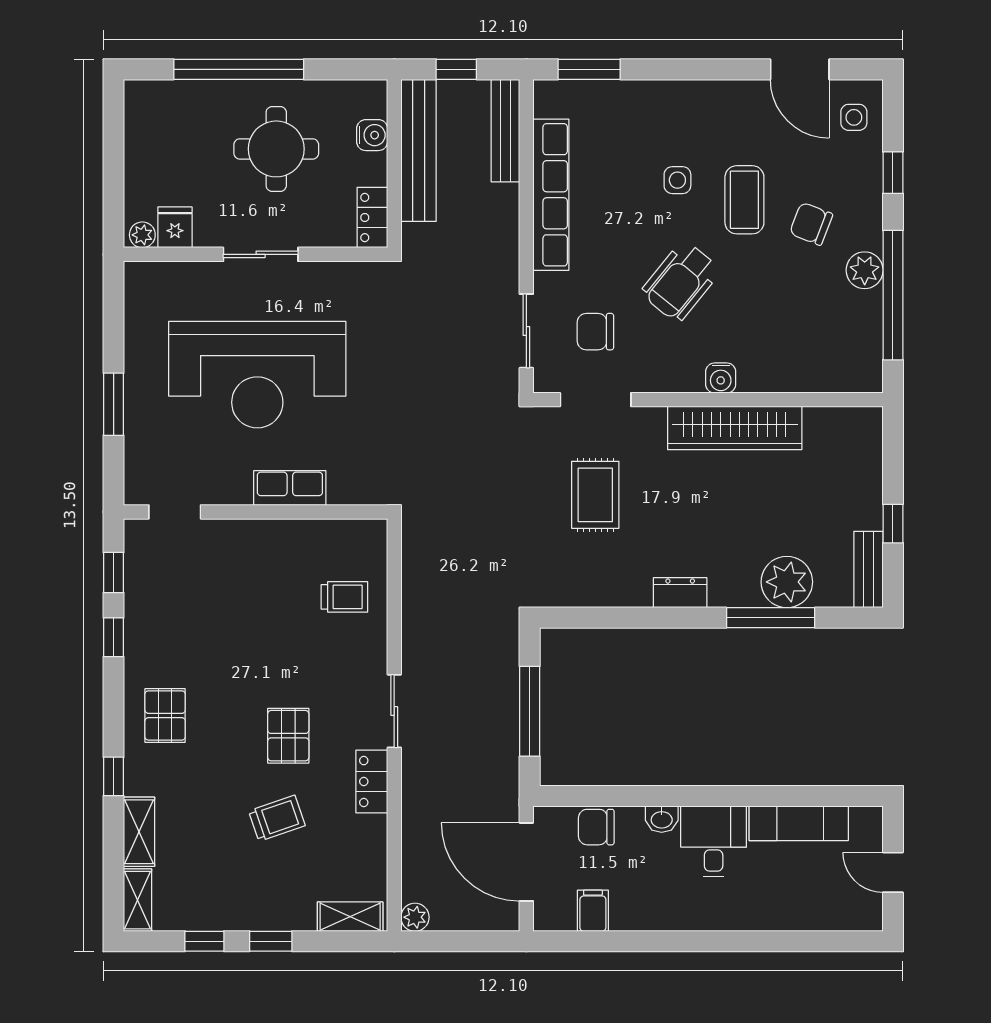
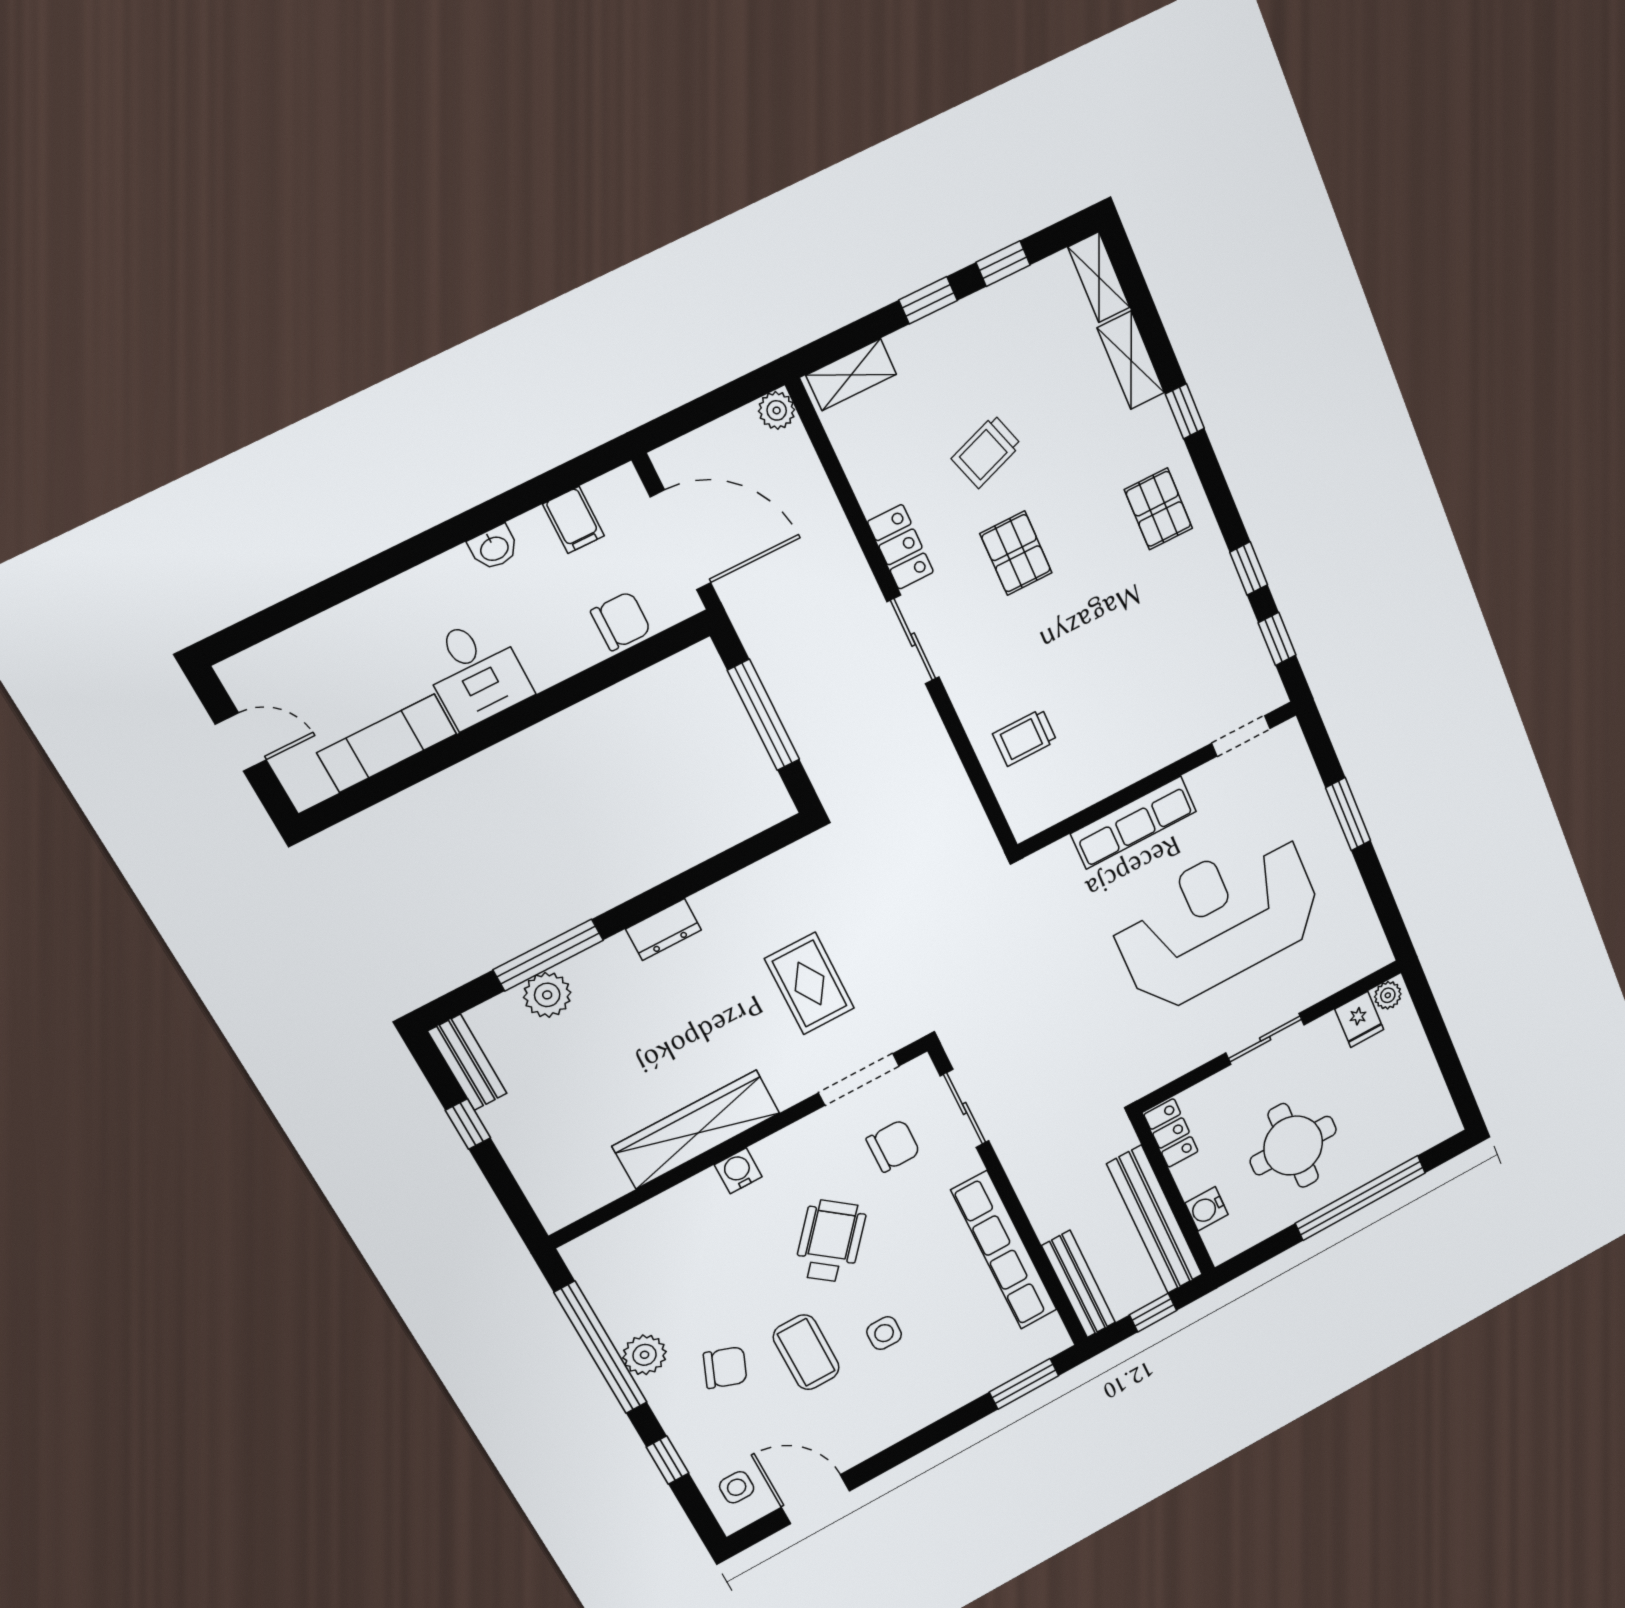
row of seats: (290, 488) -> (1134, 823), width x1.48
plant: (787, 582) -> (547, 995), width x0.73, depth x0.73
washbasin: (662, 819) -> (494, 548), moved, turned 180

